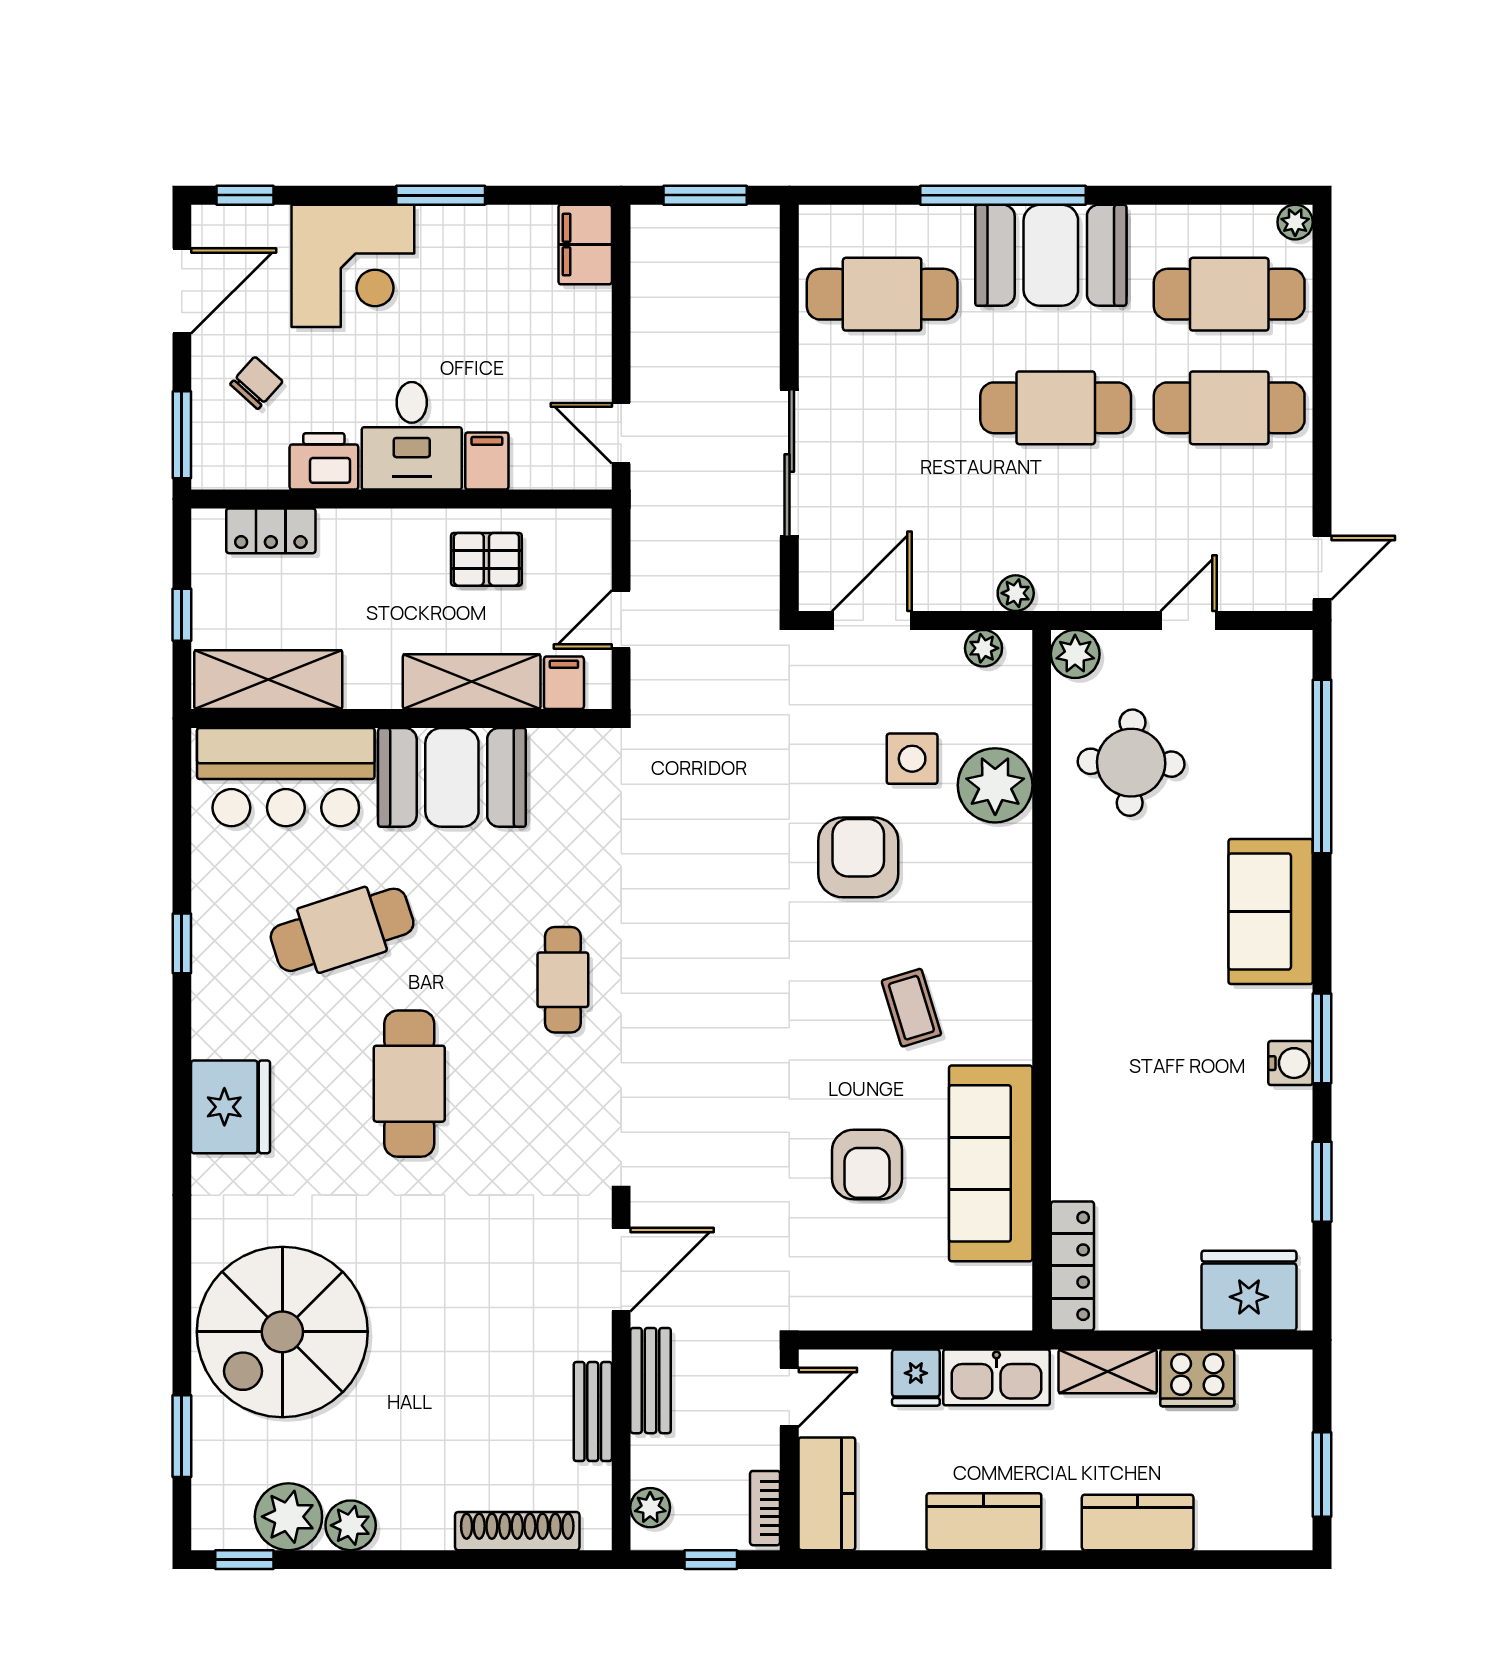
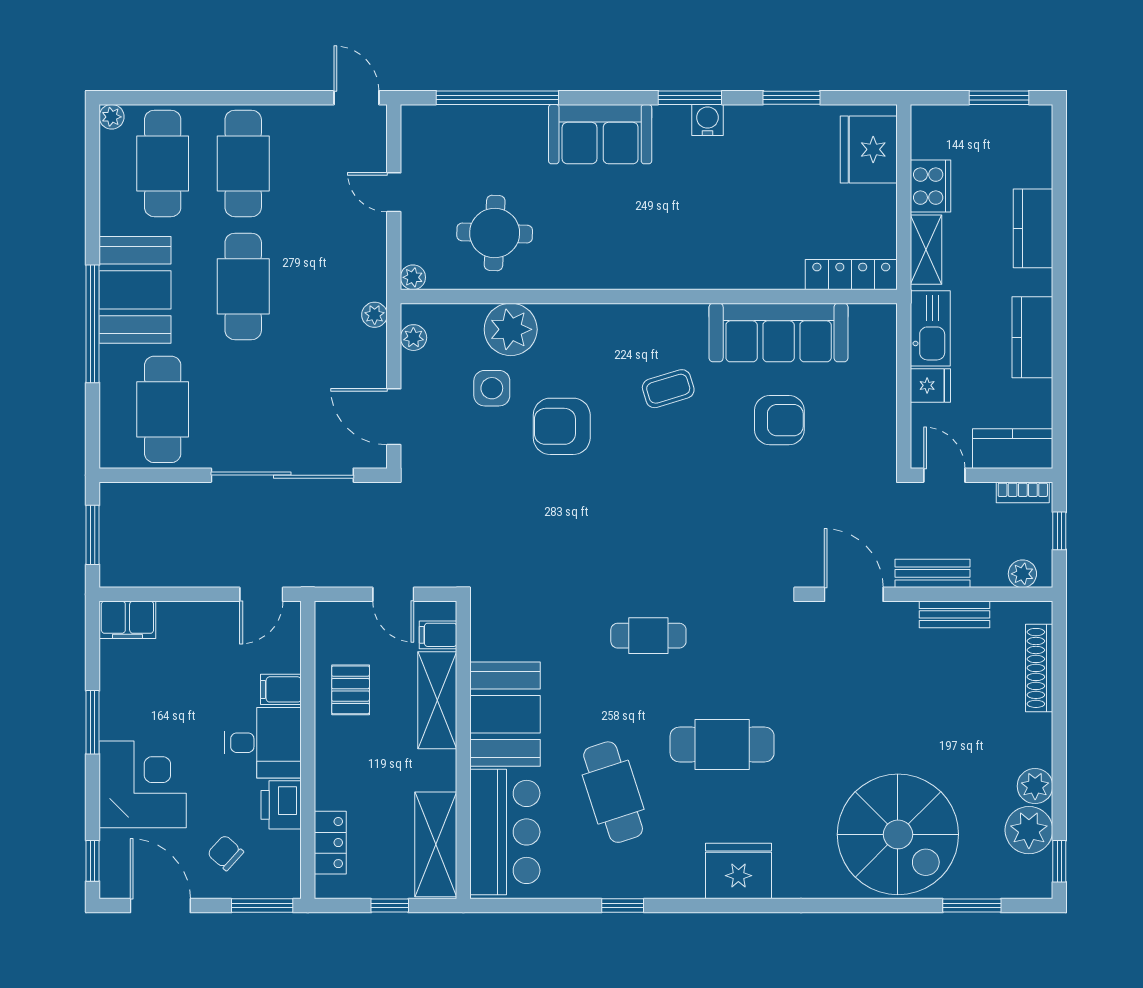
sliding door: (789, 463) -> (282, 475), width x1.36
plant: (1075, 654) -> (413, 277), width x0.73, depth x0.73

